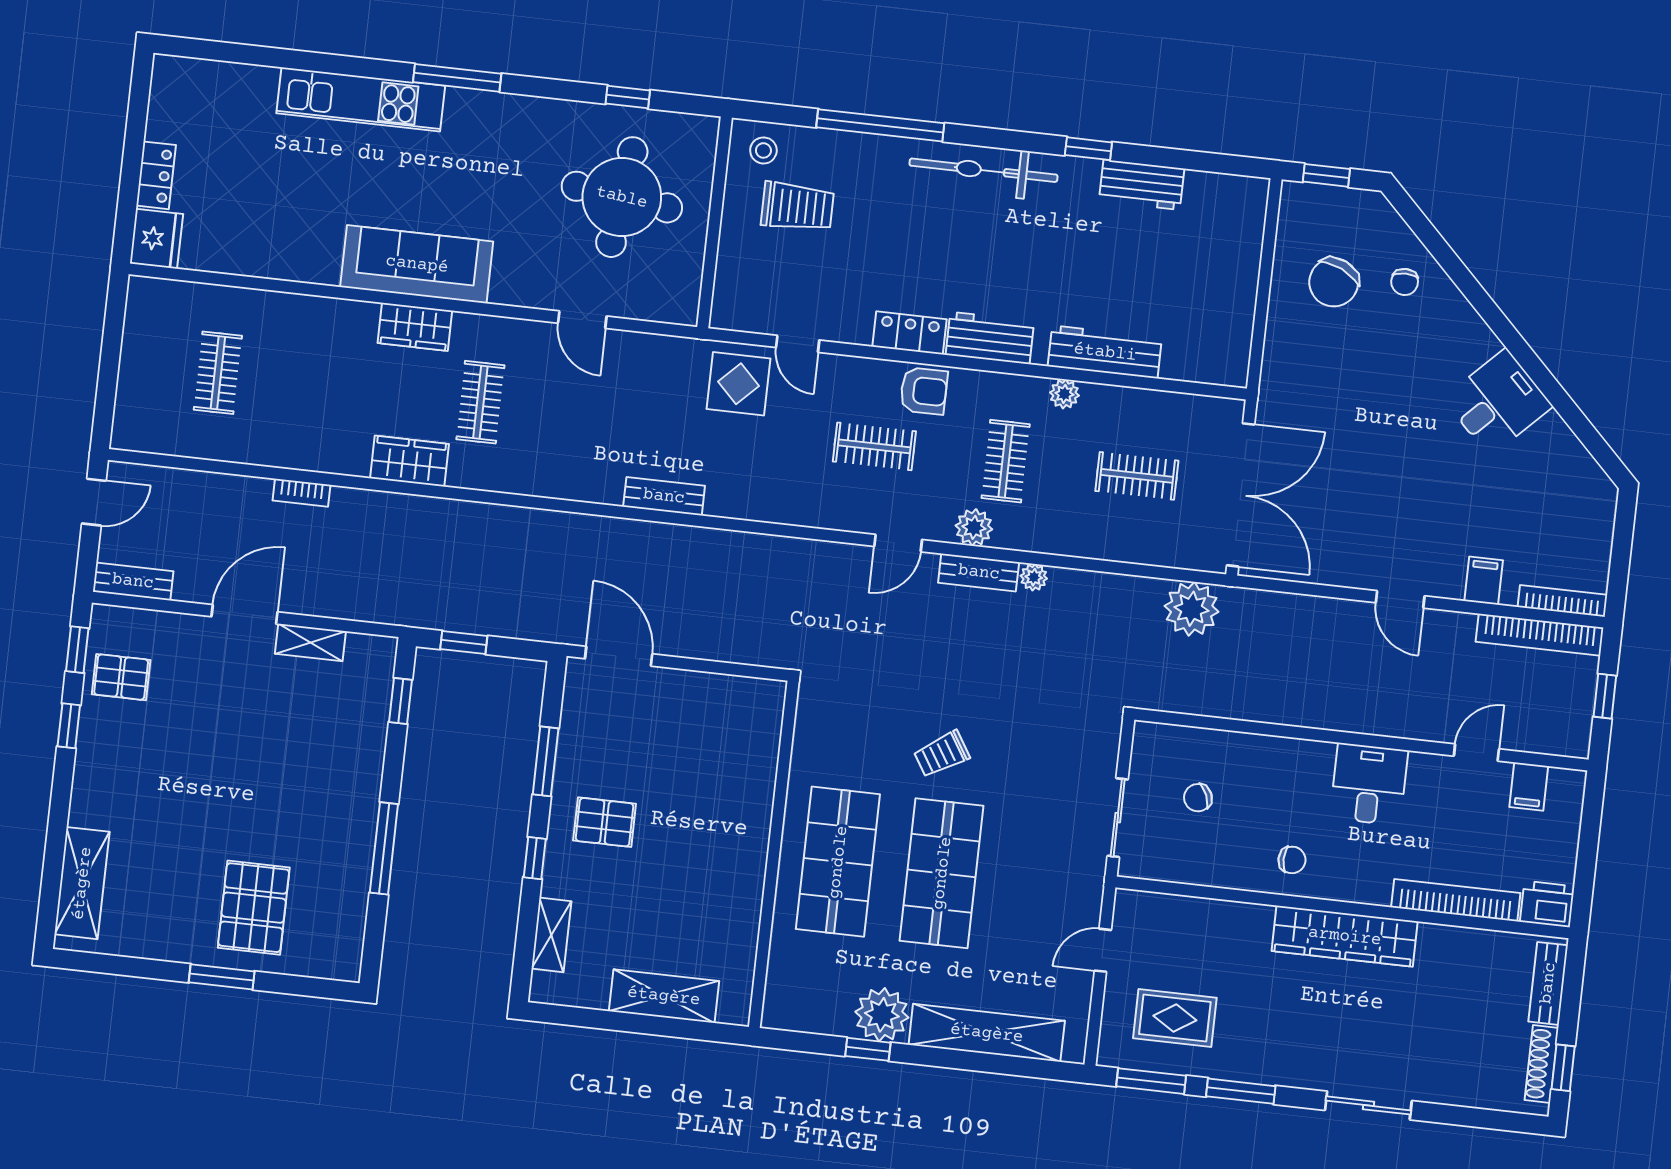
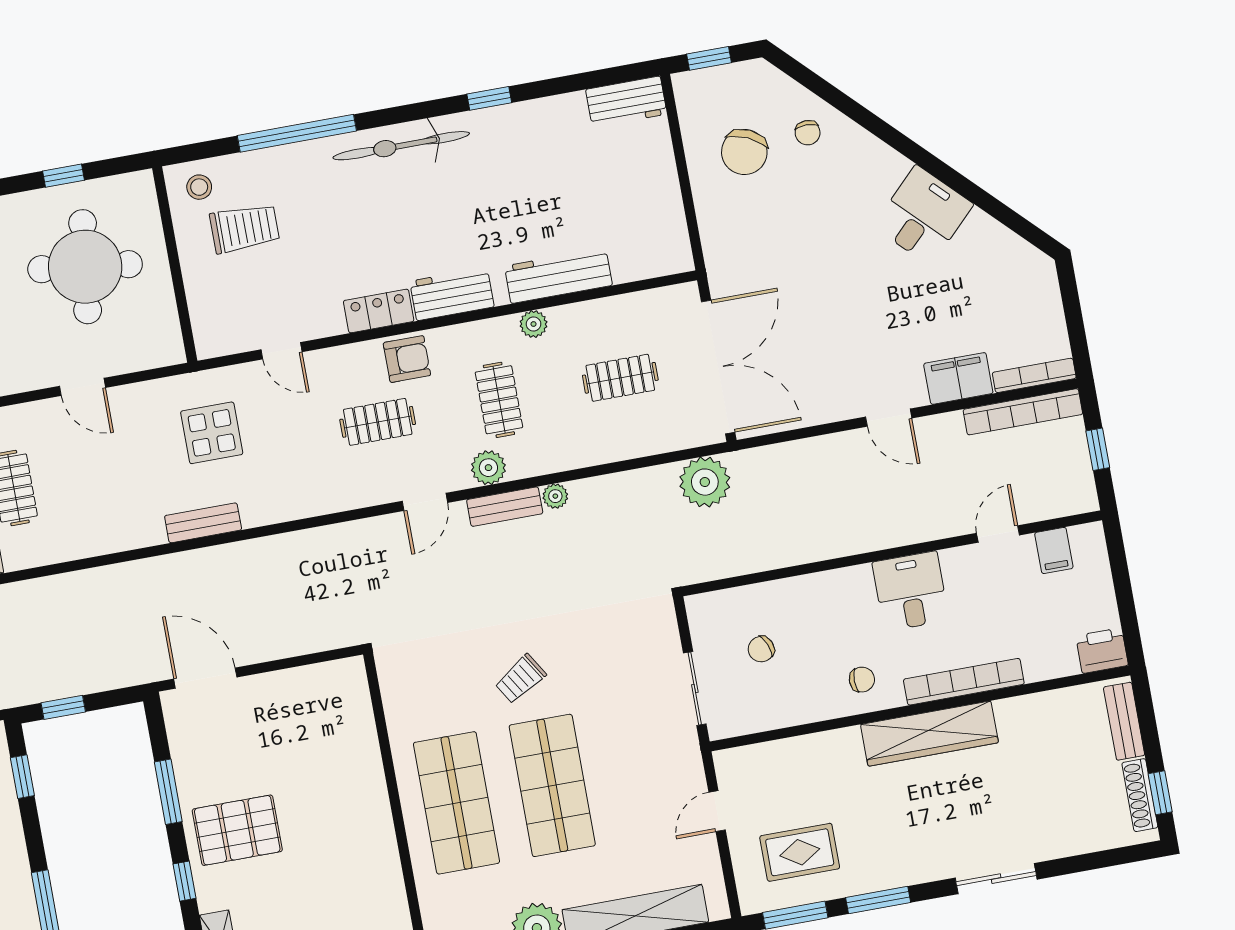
workbench: (1142, 185) -> (626, 102), moved
display table: (739, 384) -> (212, 433), moved
filing cabinet: (1484, 581) -> (958, 378), width x2.00
pallet: (605, 822) -> (237, 830), width x1.50, depth x1.42
bookcase: (1456, 900) -> (964, 682), moved

